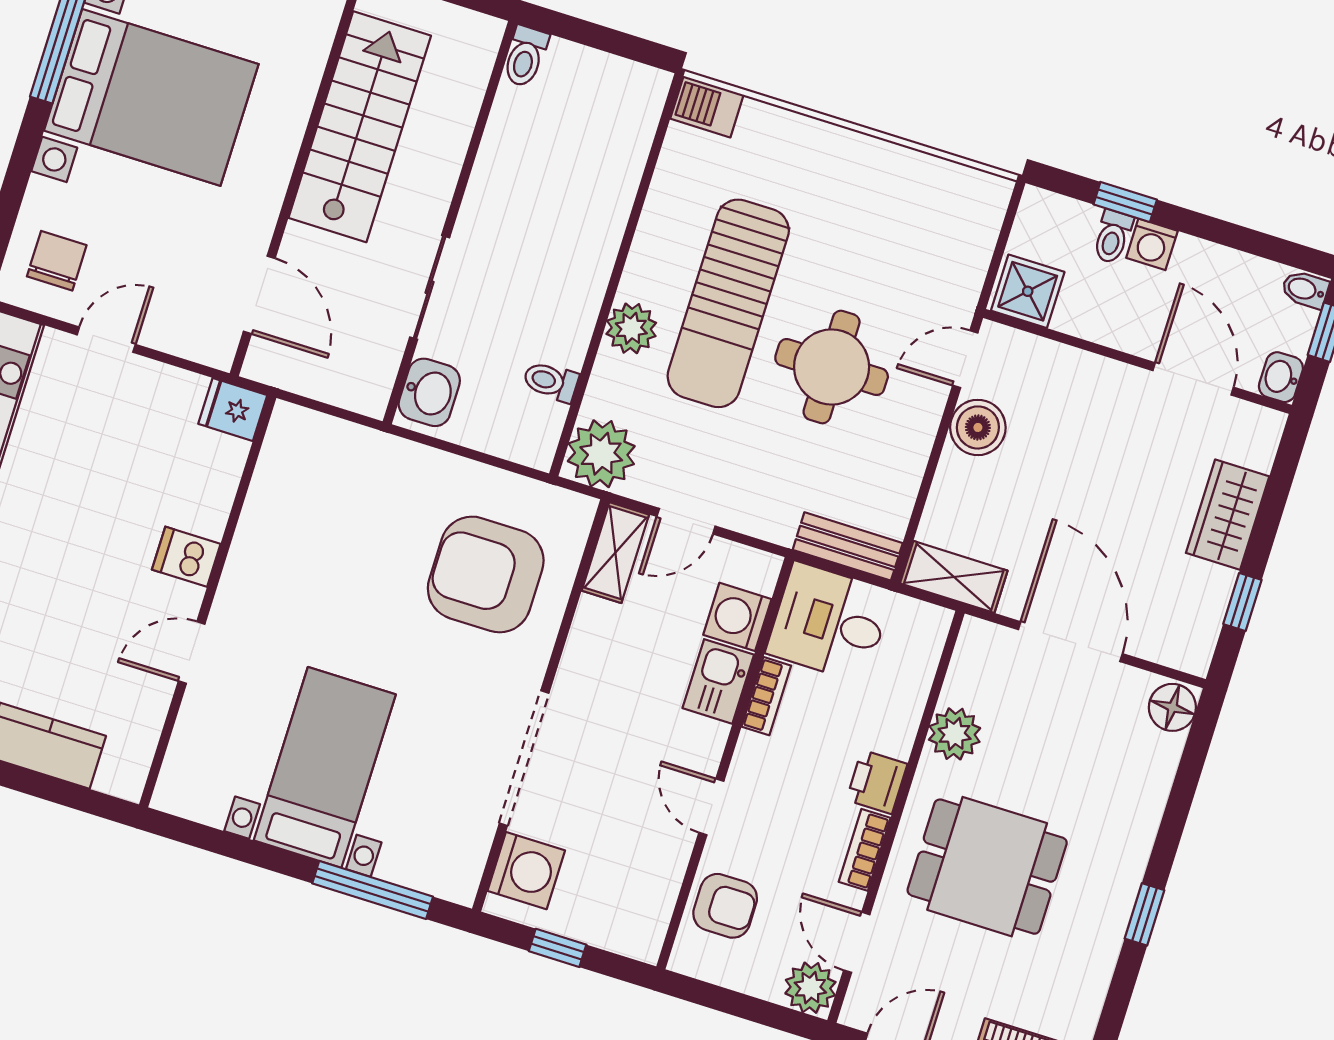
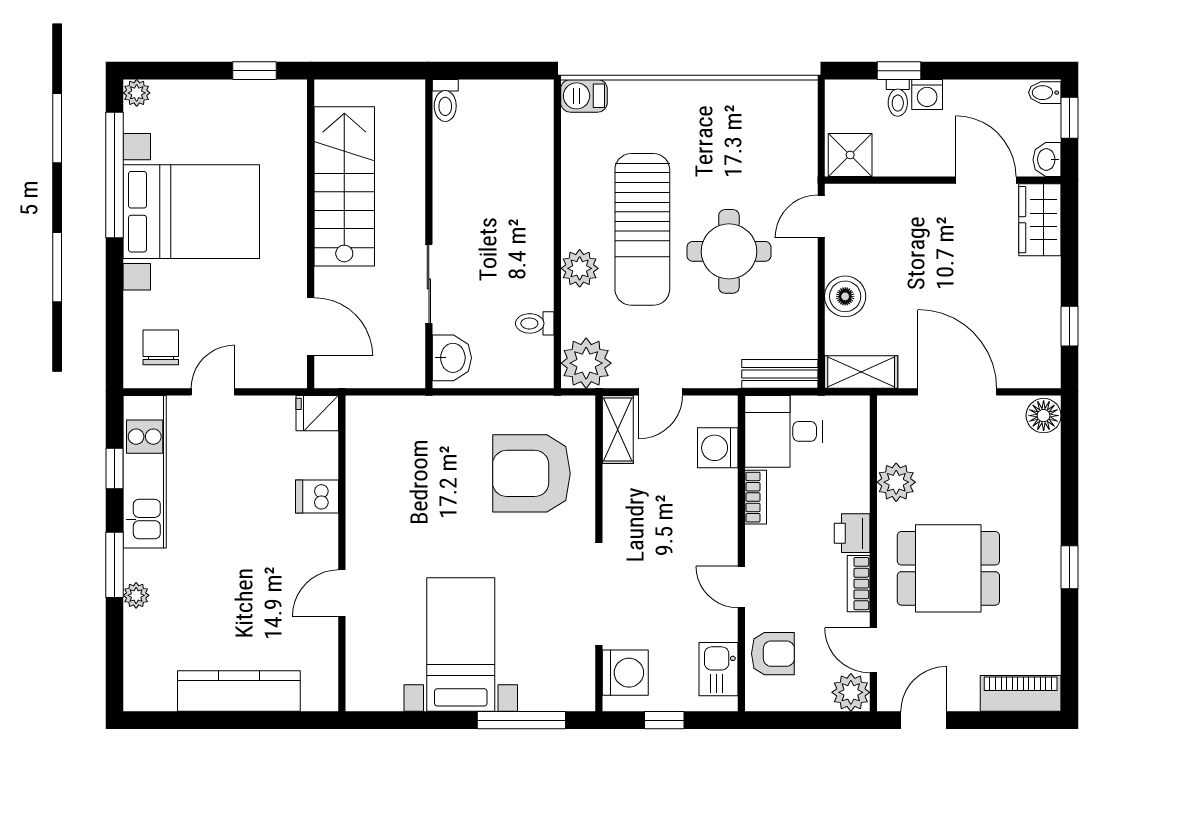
boiler: (978, 427) -> (845, 296), moved
wardrobe: (1228, 515) -> (1040, 220), moved
dishwasher: (186, 557) -> (317, 497), moved
kitchen sink: (718, 681) -> (719, 669), moved

